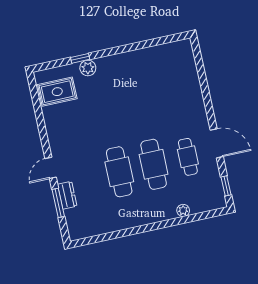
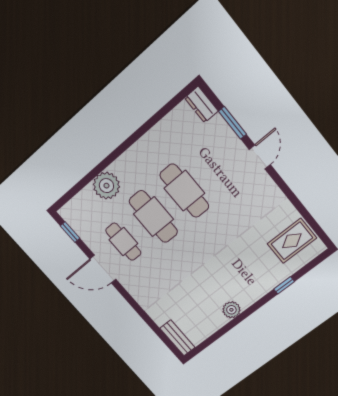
bench: (188, 56) -> (177, 338), added
plant: (88, 68) -> (231, 310), moved
dresser: (67, 195) -> (201, 105), moved
plant: (183, 210) -> (106, 186), width x1.88, depth x1.88

